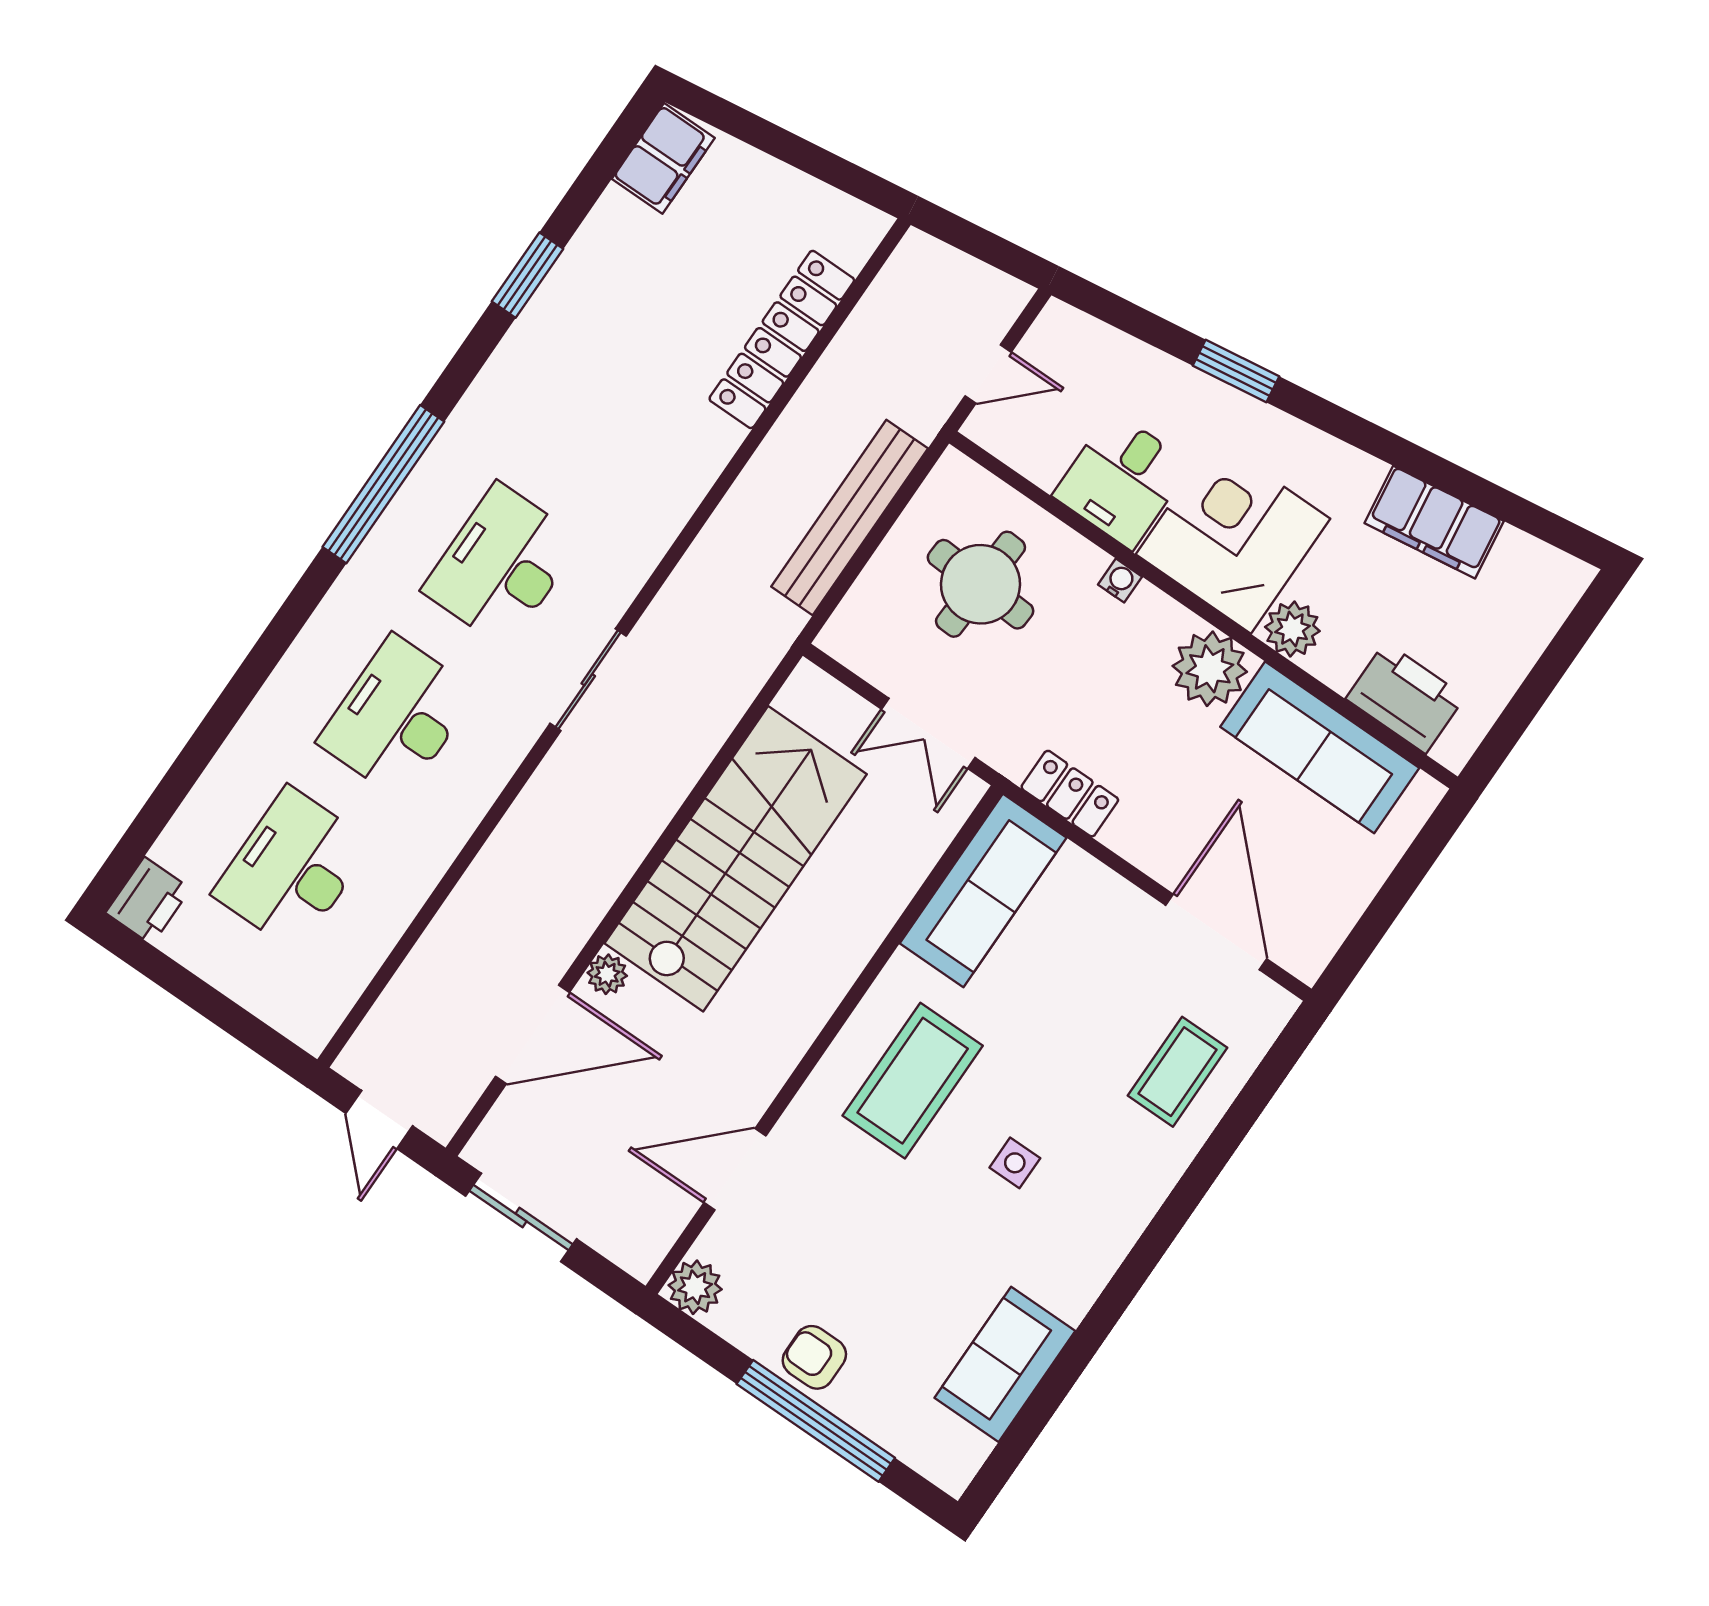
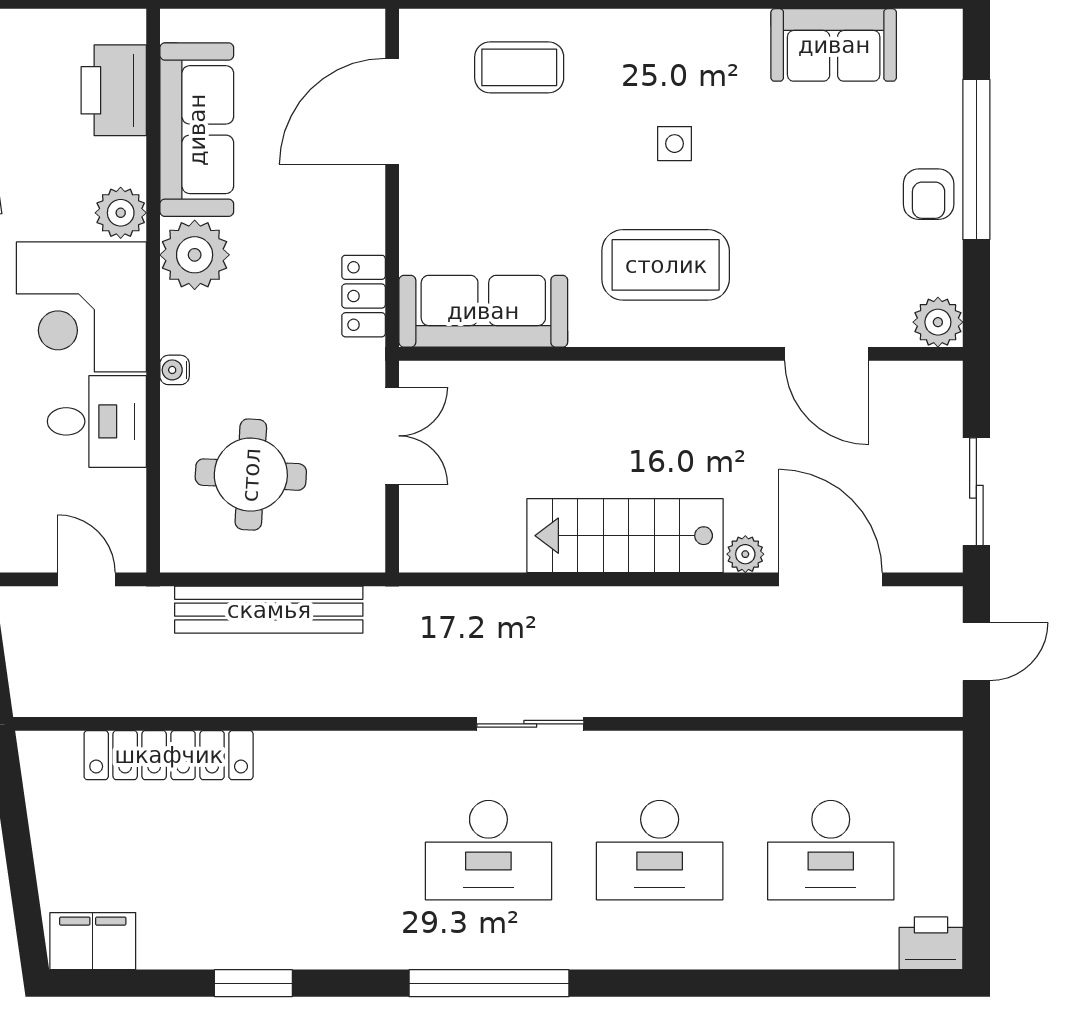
stairs: (736, 859) -> (625, 536), width x0.73, depth x0.66

